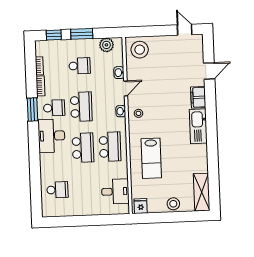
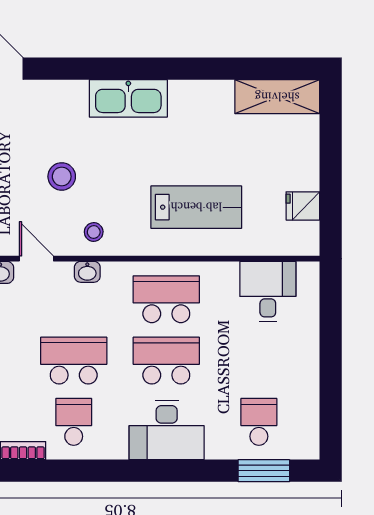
filing cabinet: (198, 97) -> (63, 96), removed
window: (33, 110) -> (264, 471), moved
desk: (51, 136) -> (167, 430), moved
stool: (173, 204) -> (62, 176), moved
fridge: (141, 206) -> (303, 206), moved

